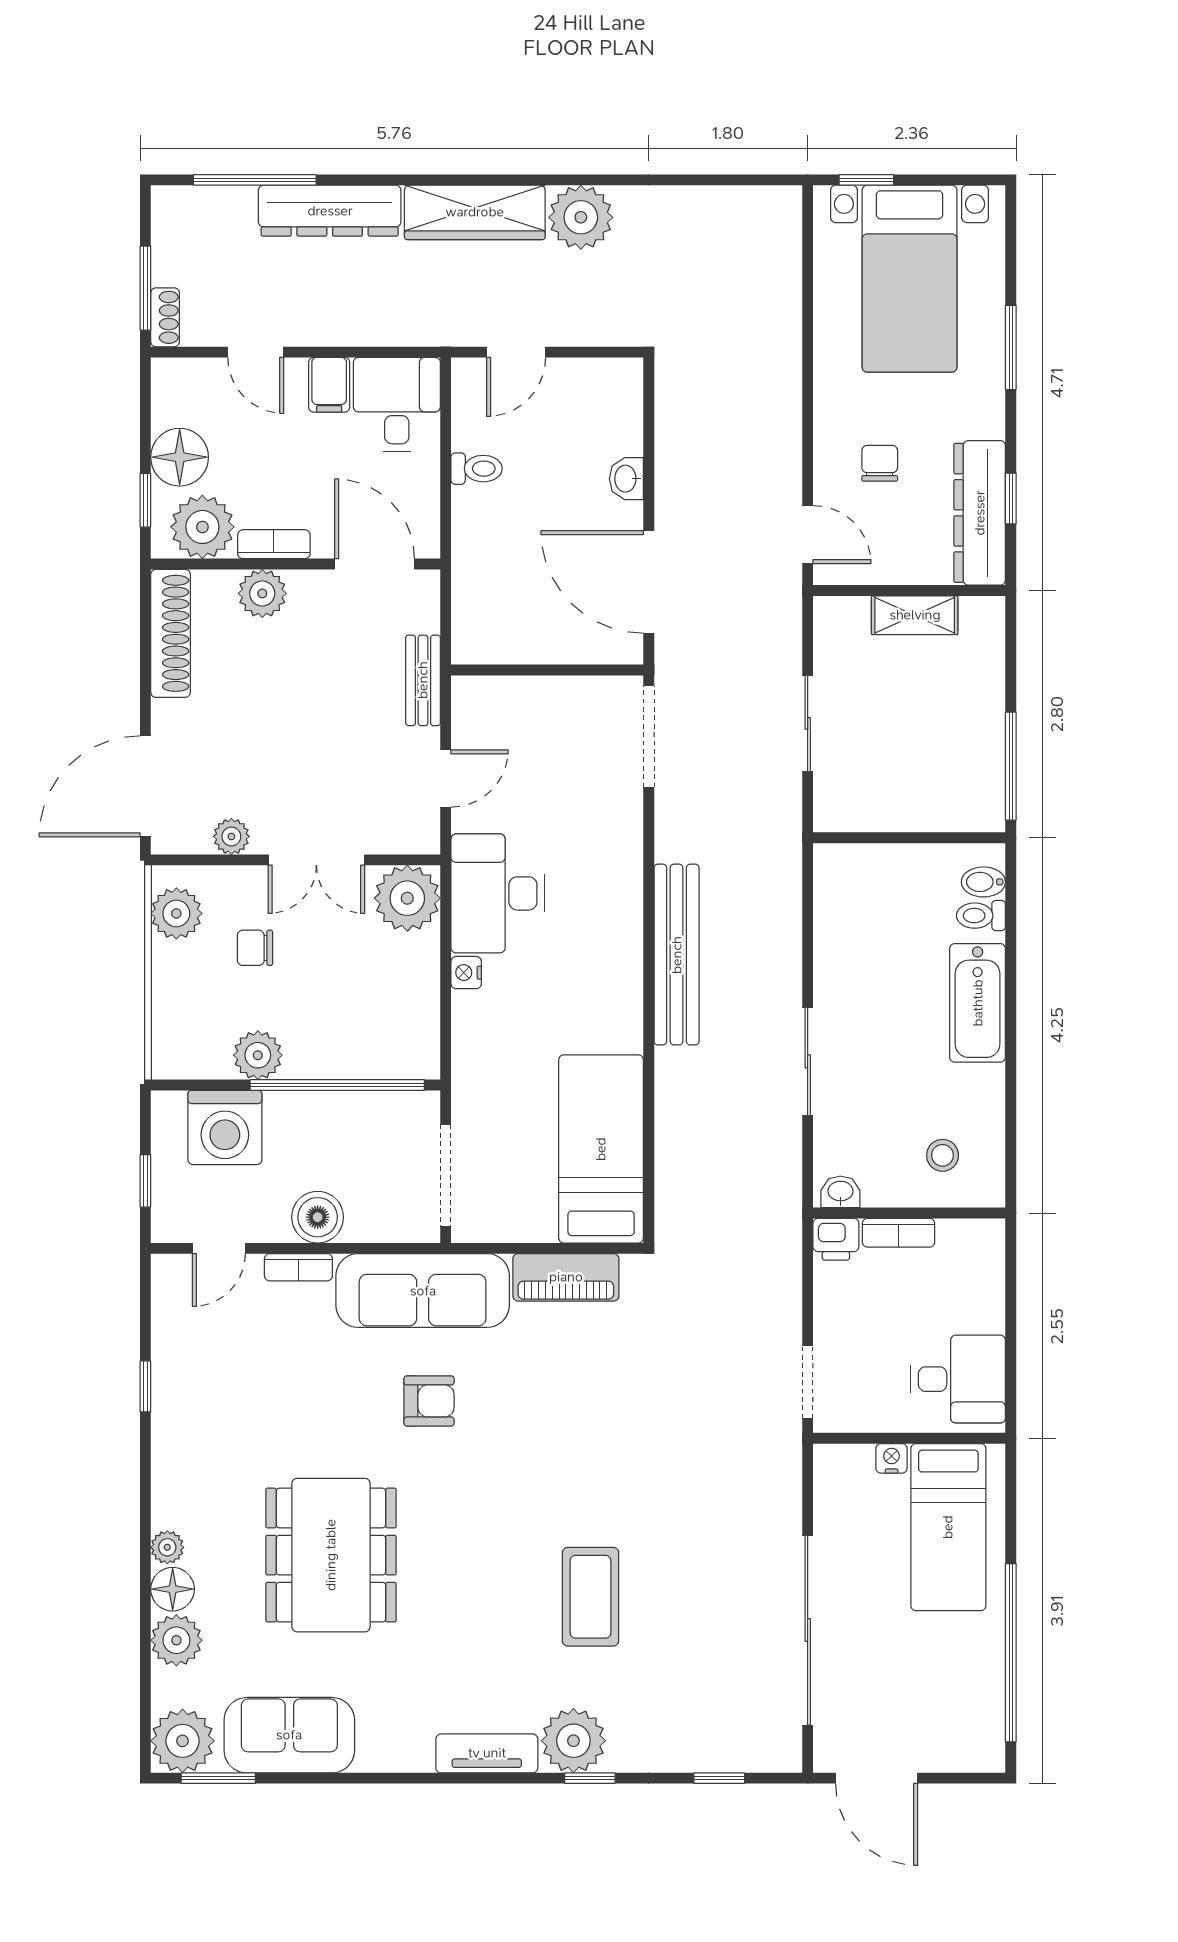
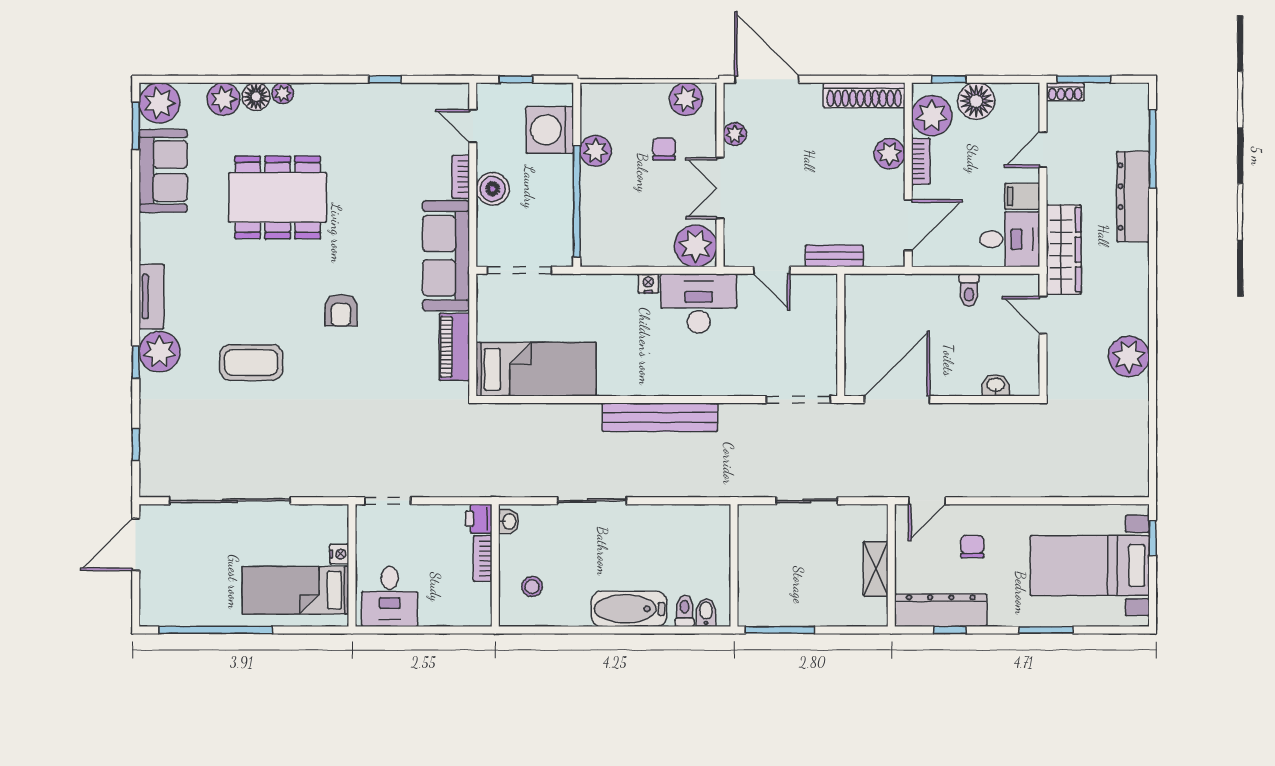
wardrobe: (475, 212) -> (1064, 250), moved, turned 180
chair: (880, 463) -> (972, 547), turned -90
washbasin: (626, 479) -> (996, 385), moved
armchair: (429, 1401) -> (341, 310), moved

